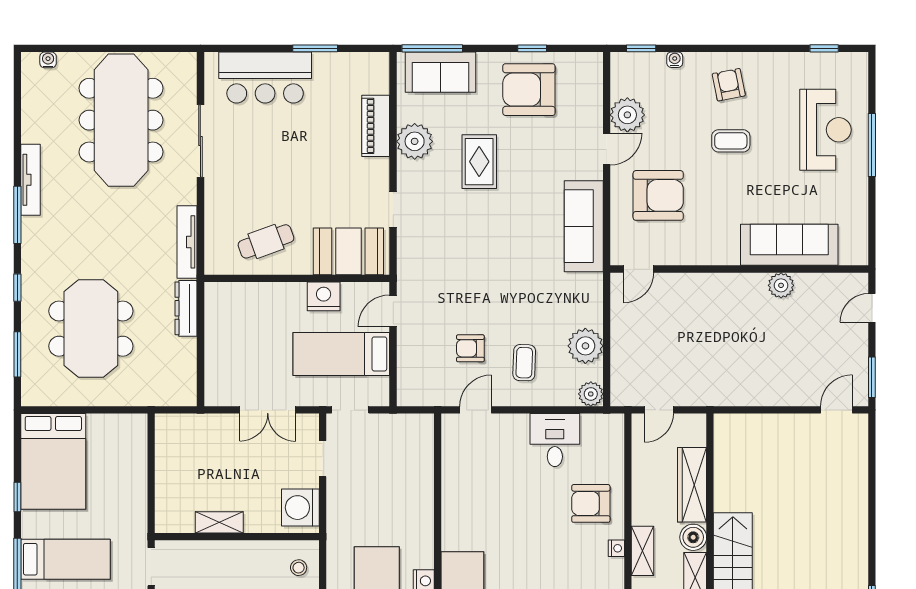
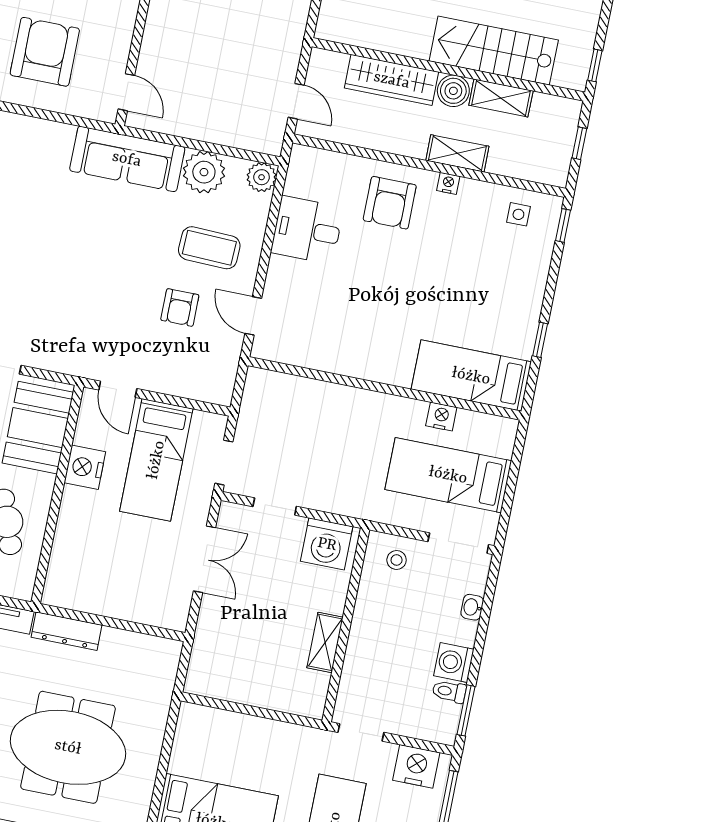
sofa: (584, 226) -> (127, 159), moved
coffee table: (524, 363) -> (209, 248), width x1.36, depth x1.30

